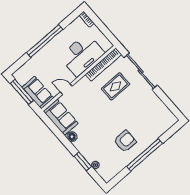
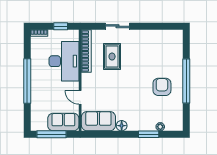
window: (105, 30) -> (61, 26), added
sliding door: (141, 71) -> (118, 26), width x0.54
door: (66, 89) -> (80, 97), hinge flipped

